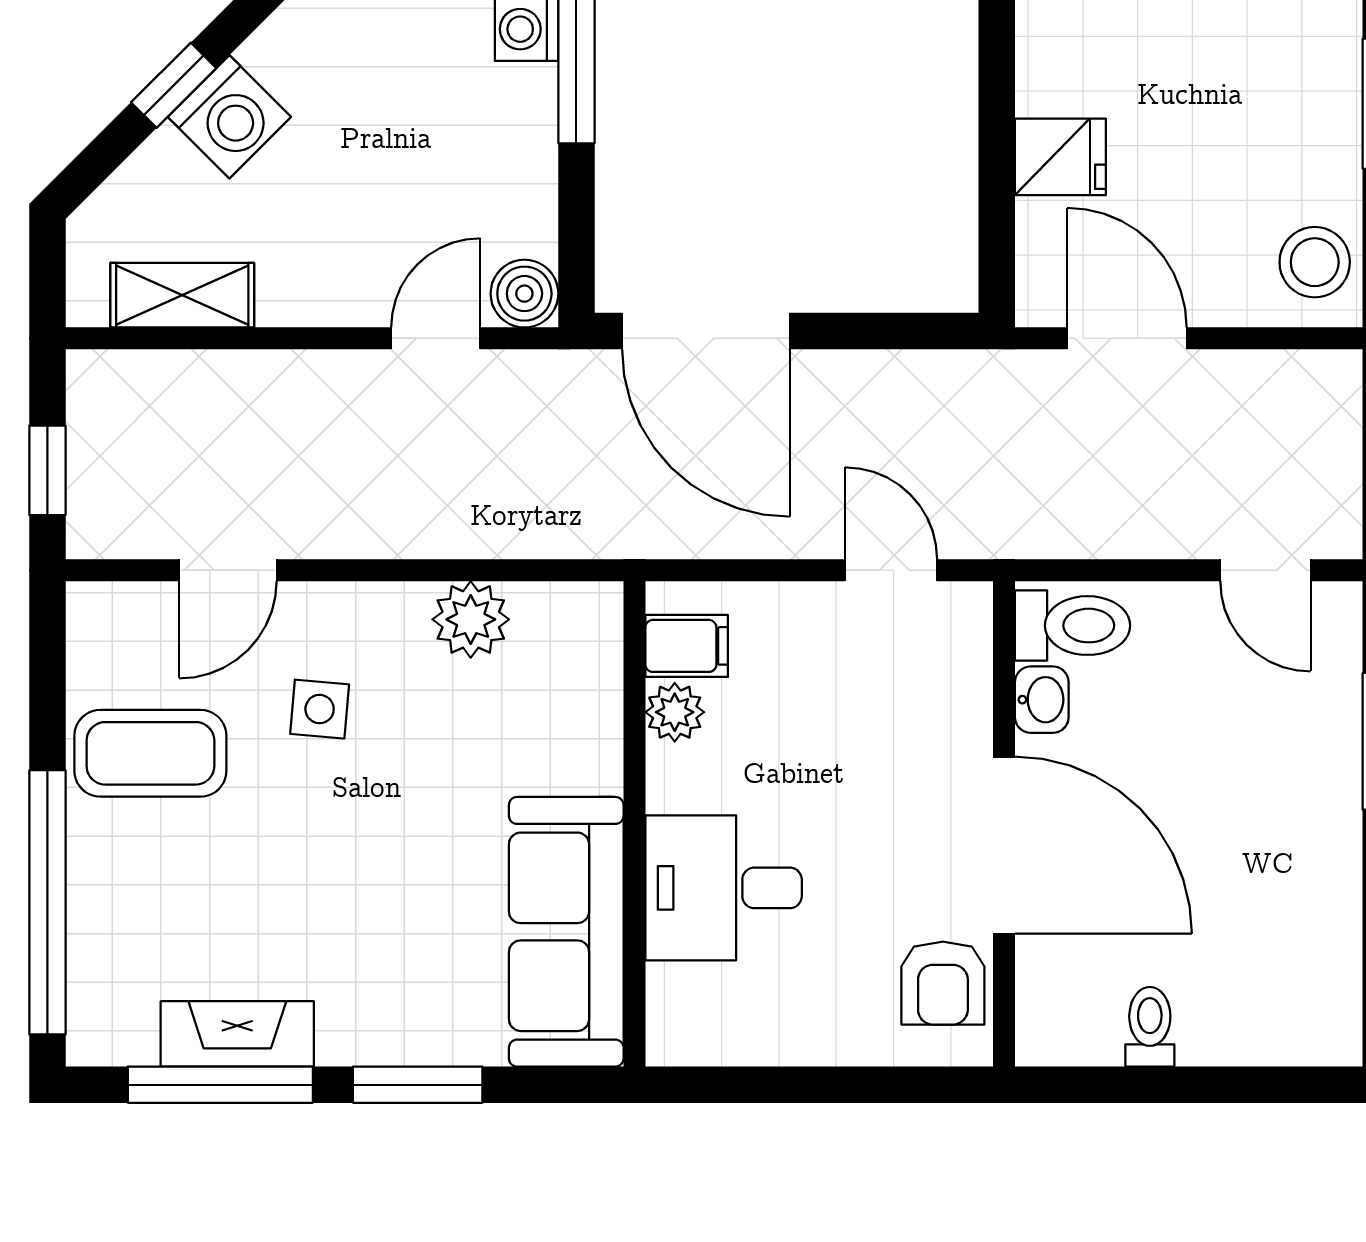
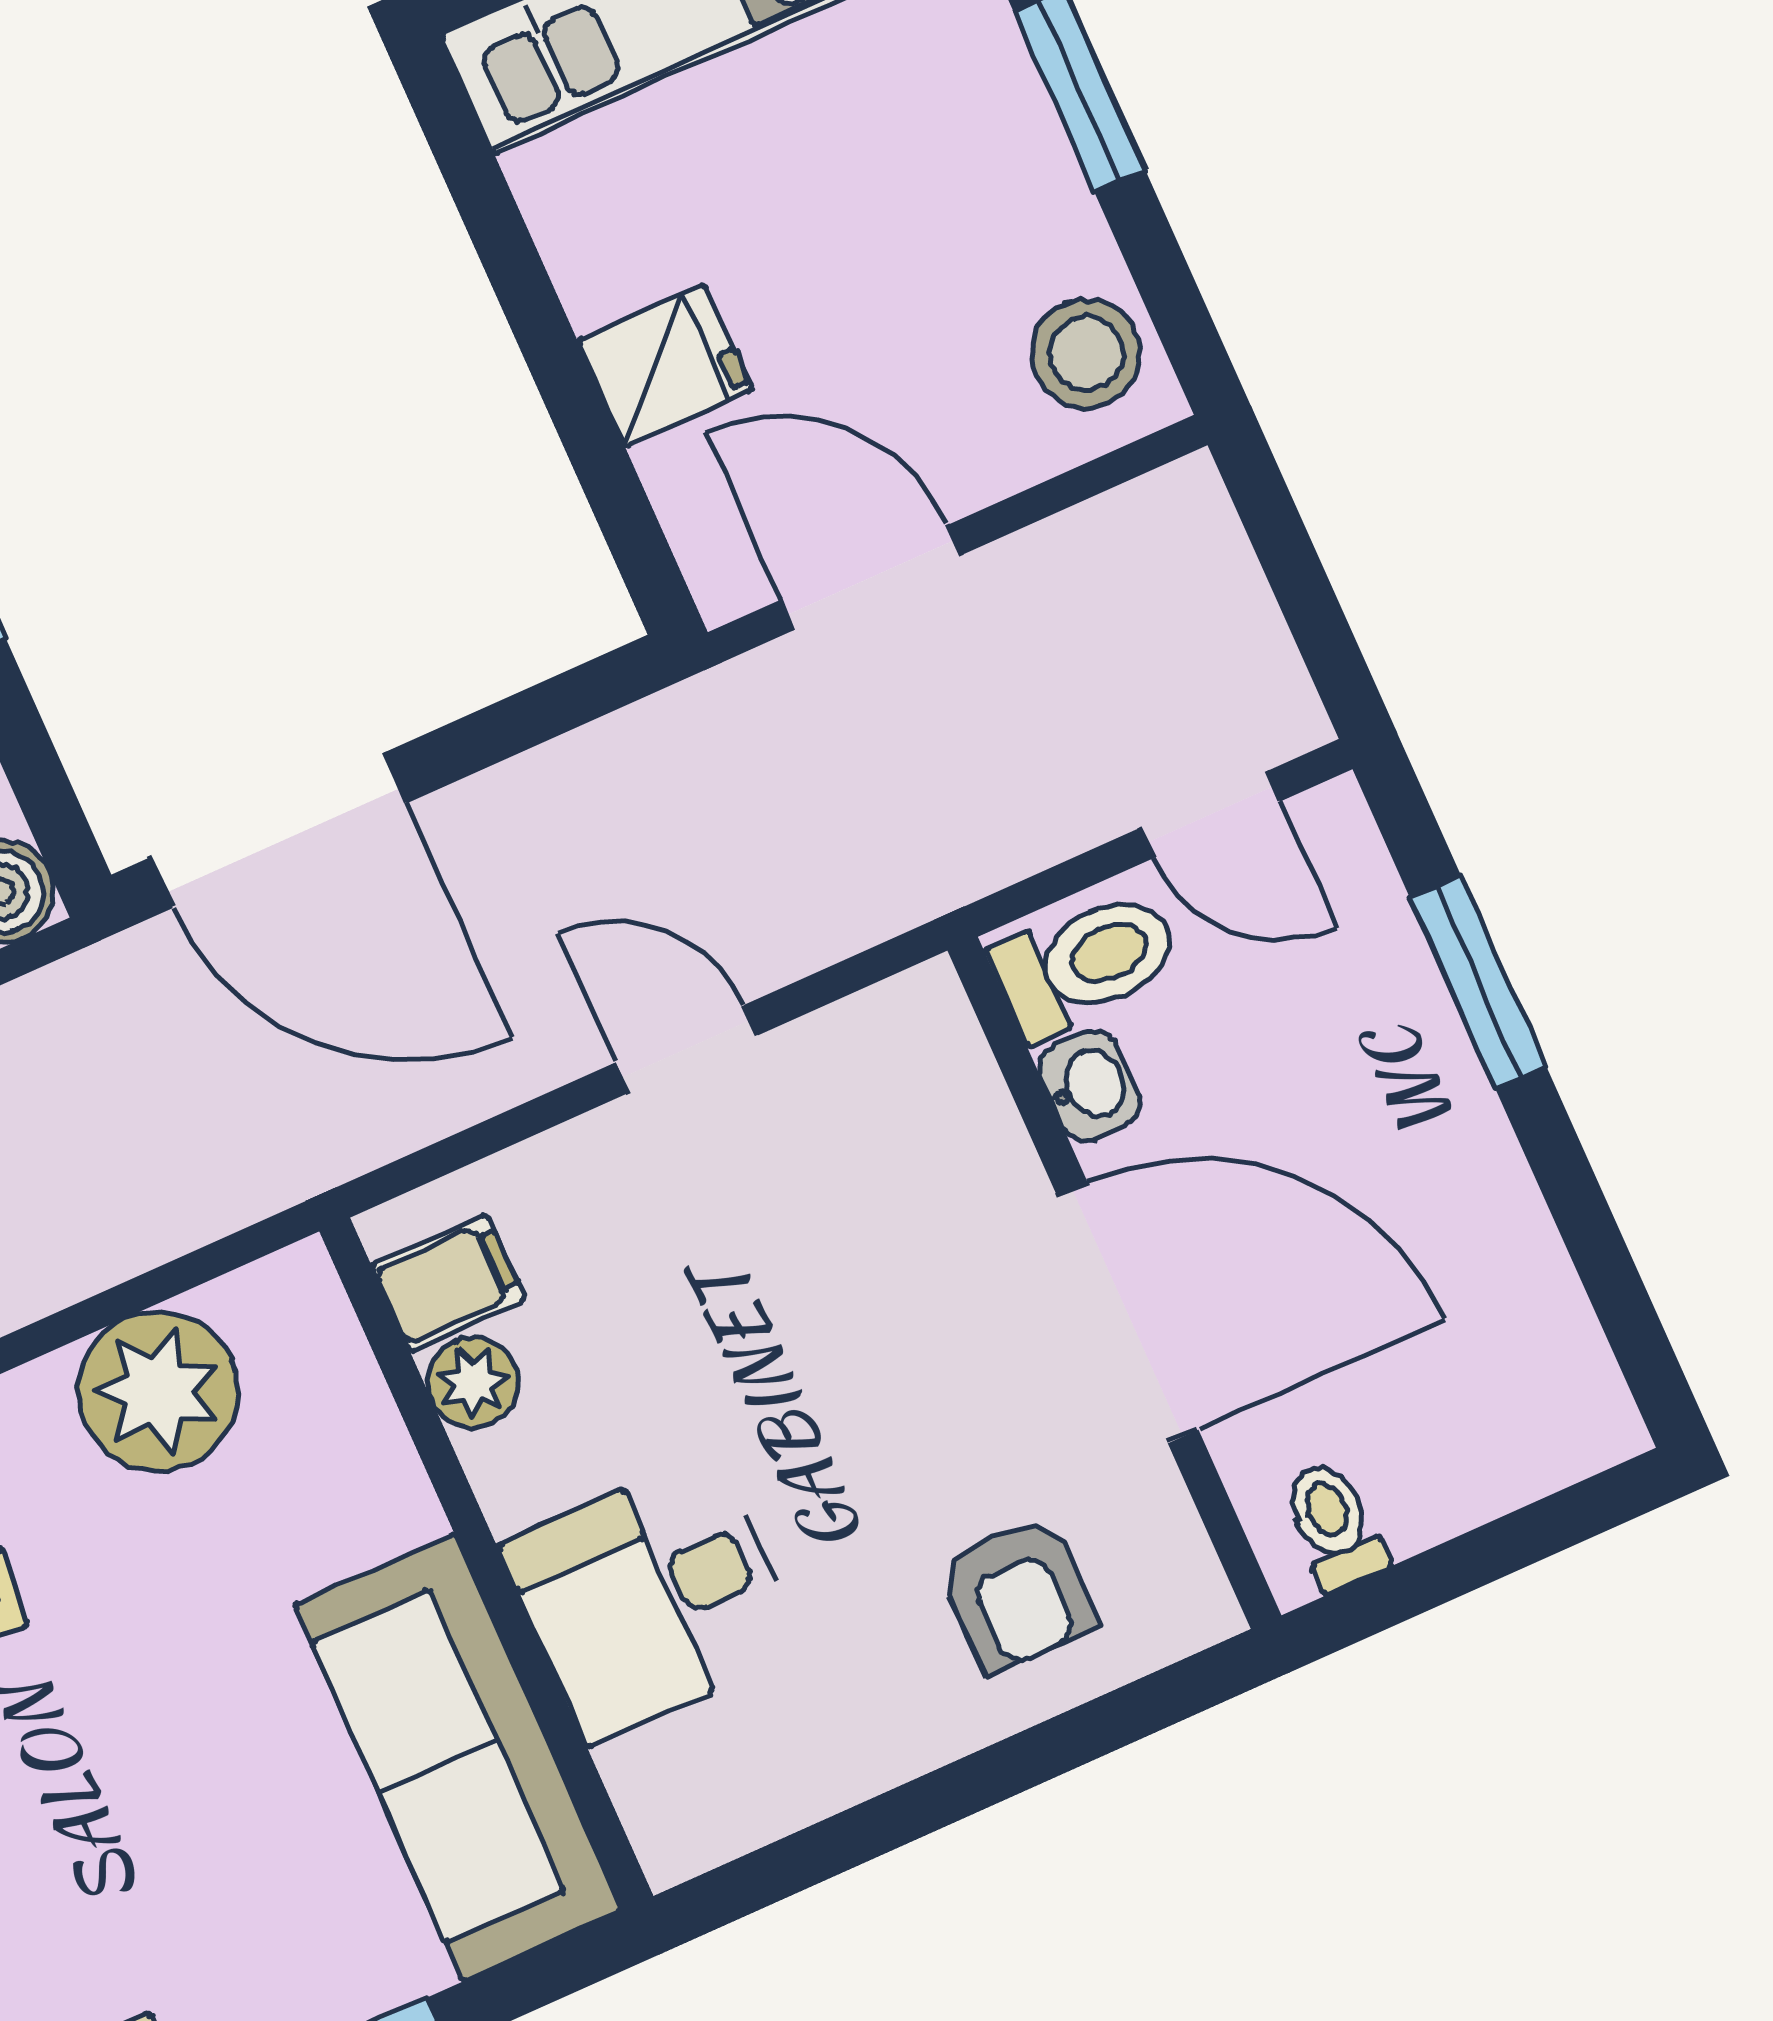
plant: (471, 619) -> (158, 1391), width x1.36, depth x1.36
toilet: (1073, 626) -> (1086, 963), moved
washbasin: (1042, 700) -> (1090, 1086), moved
wall: (1004, 824) -> (1114, 1283), moved
door: (1004, 845) -> (1128, 1313), moved

